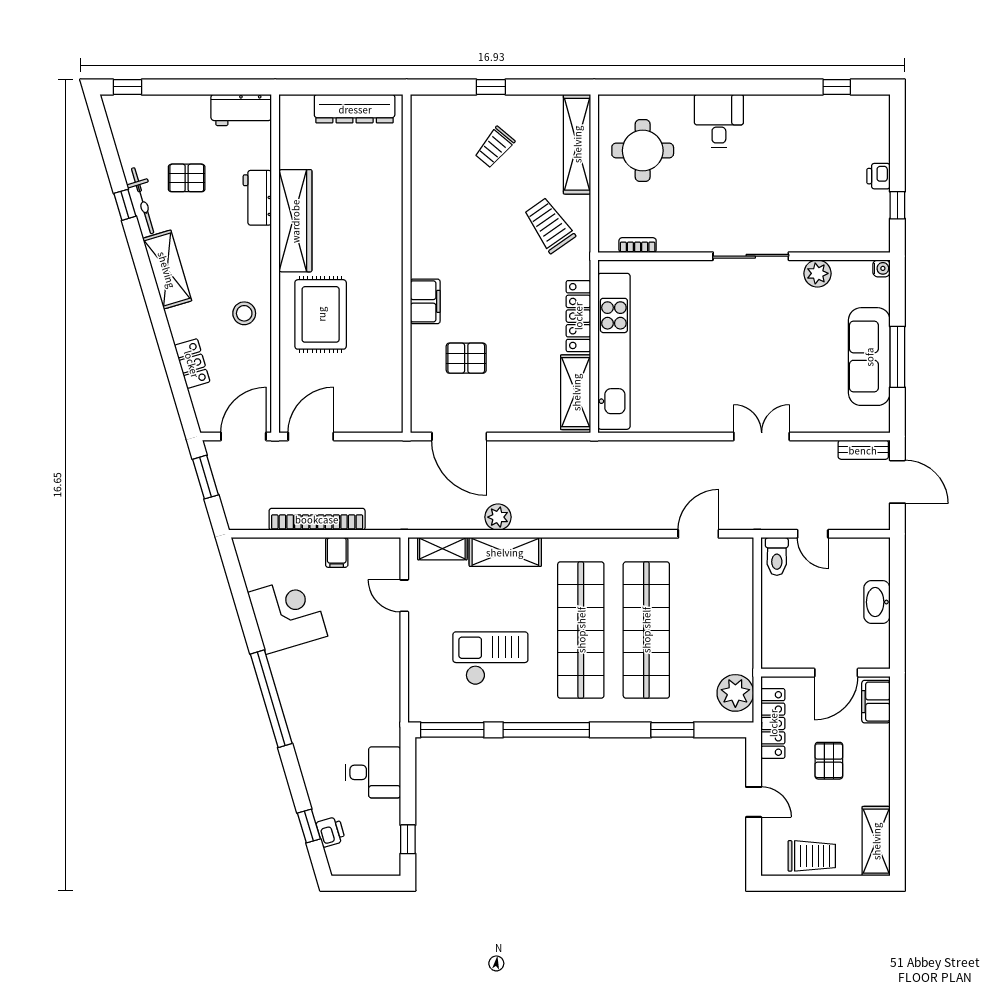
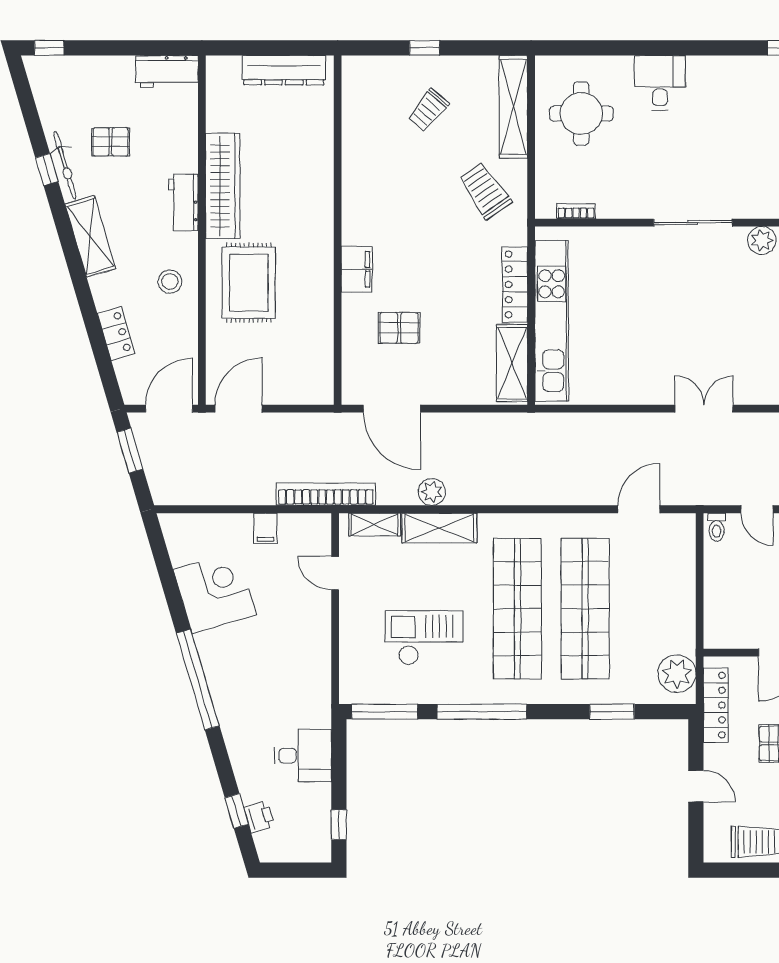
workbench: (257, 198) -> (183, 202), moved
bookcase: (317, 519) -> (326, 494), moved
toilet: (777, 556) -> (717, 527), width x0.73, depth x0.72

